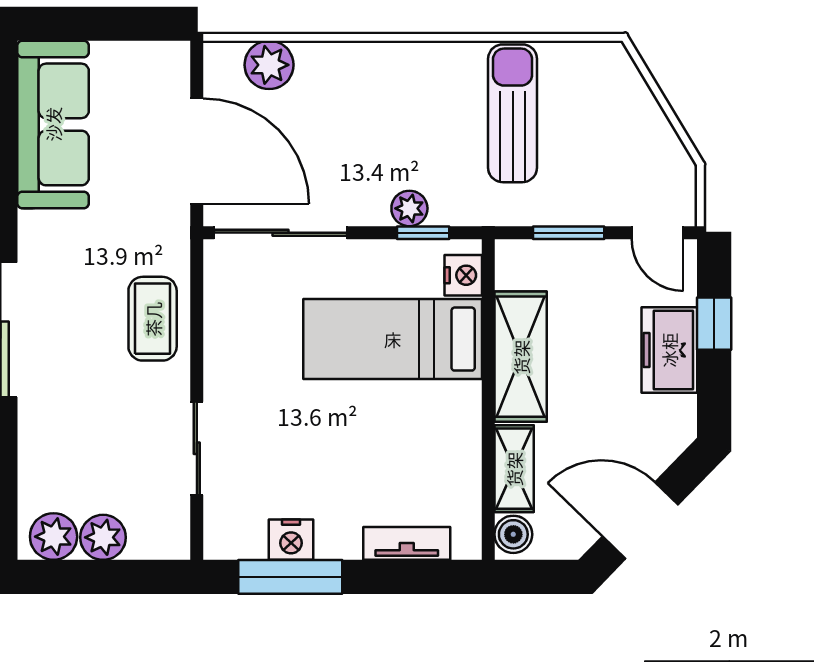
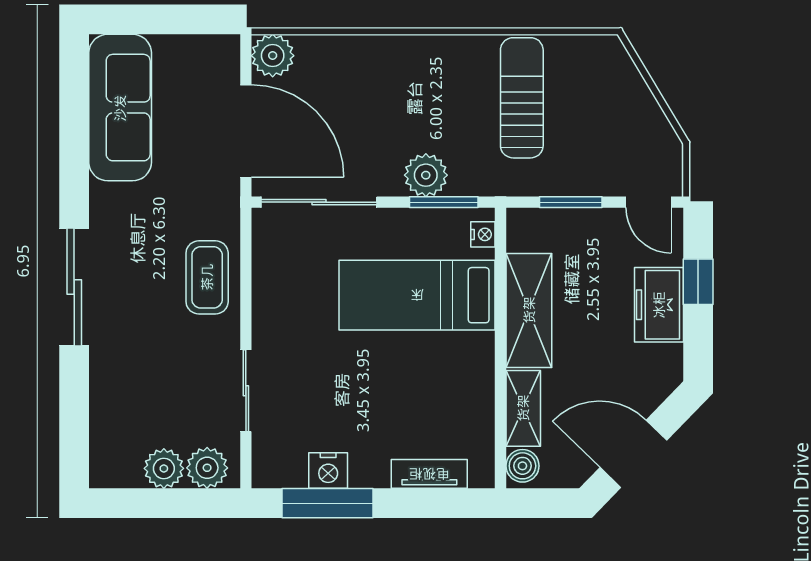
plant: (269, 65) -> (273, 56), moved
plant: (409, 208) -> (426, 175), width x1.38, depth x1.38
window: (423, 233) -> (444, 202), width x1.50
nightstand: (463, 275) -> (483, 234), width x0.72, depth x0.74
plant: (54, 537) -> (207, 468), moved

